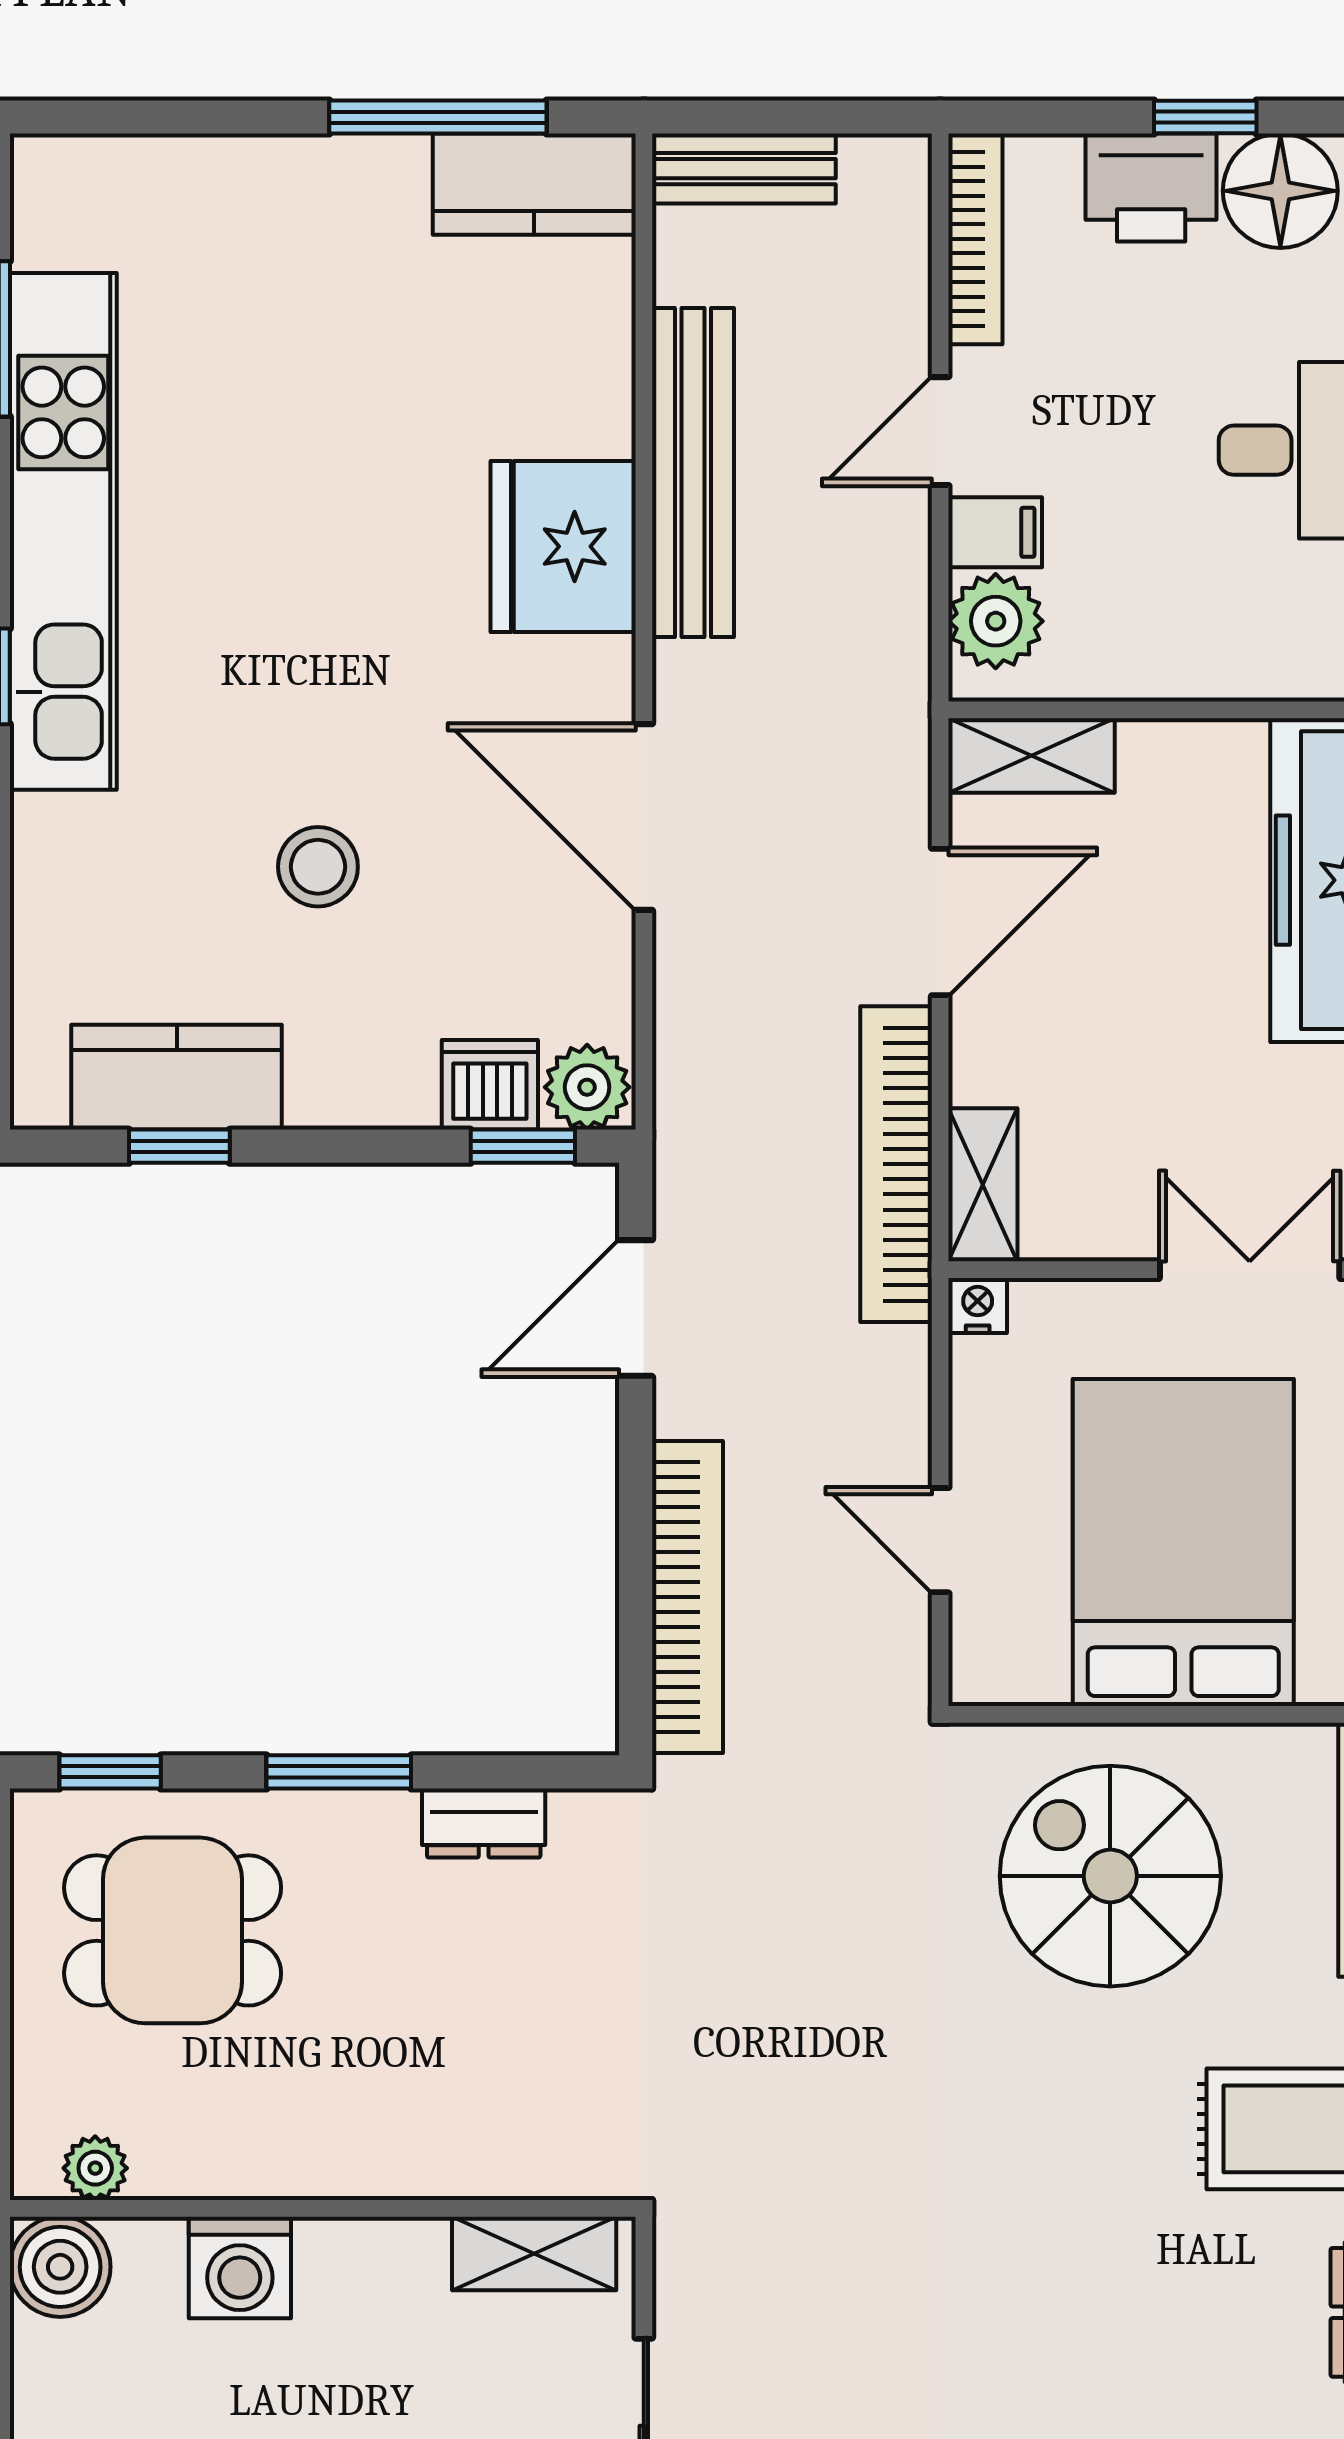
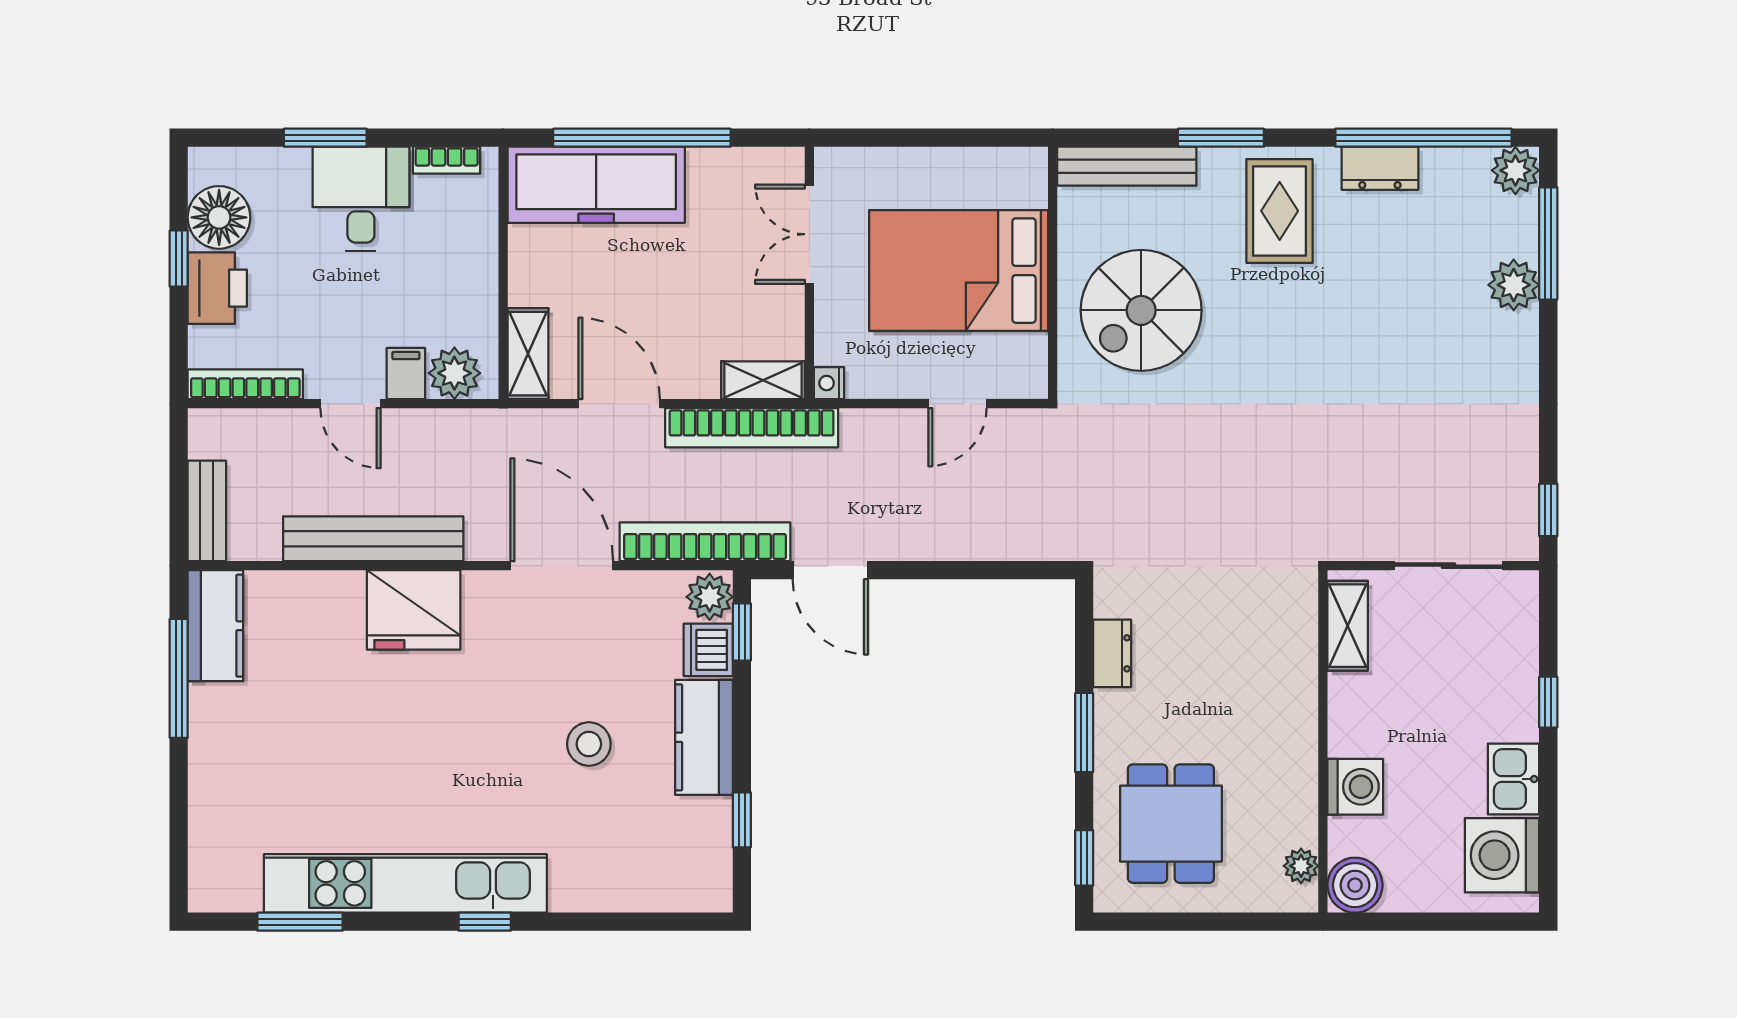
door: (644, 817) -> (562, 566), swing flipped
kitchen counter: (177, 1077) -> (704, 737), moved
bookcase: (687, 1597) -> (705, 542), moved

